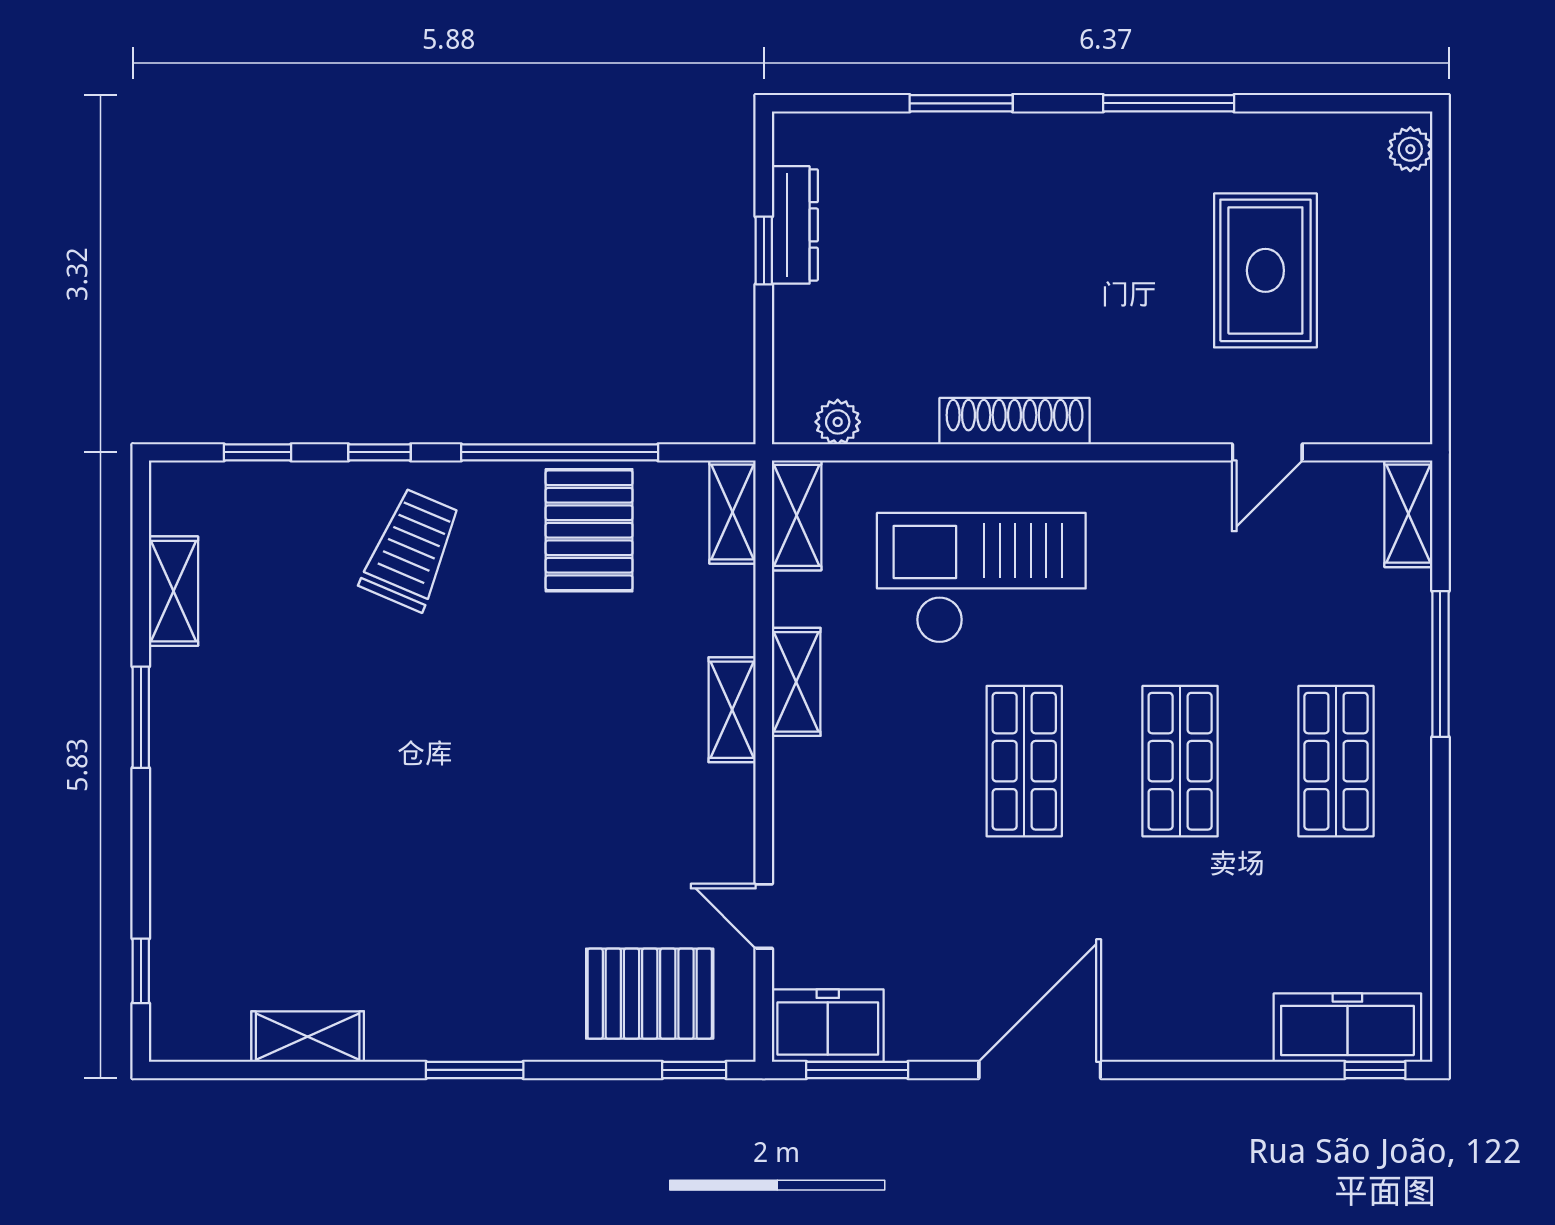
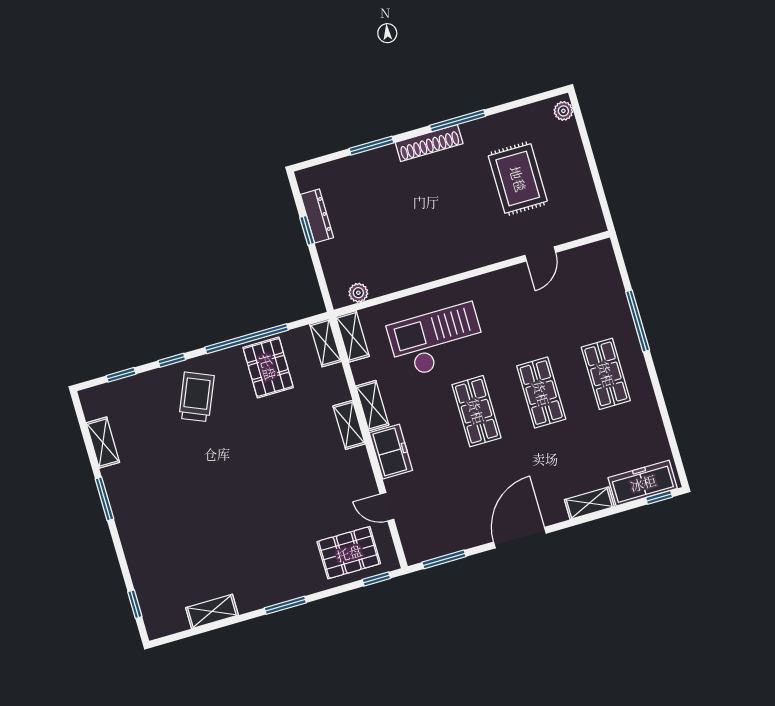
shoe rack: (1015, 421) -> (429, 143), moved, turned 180
shelving: (1408, 514) -> (589, 503), moved, turned 90
freezer: (828, 1026) -> (391, 452), moved, turned 90

